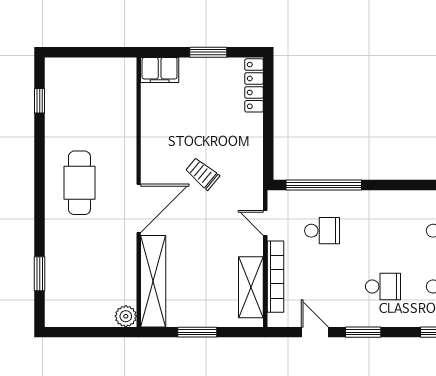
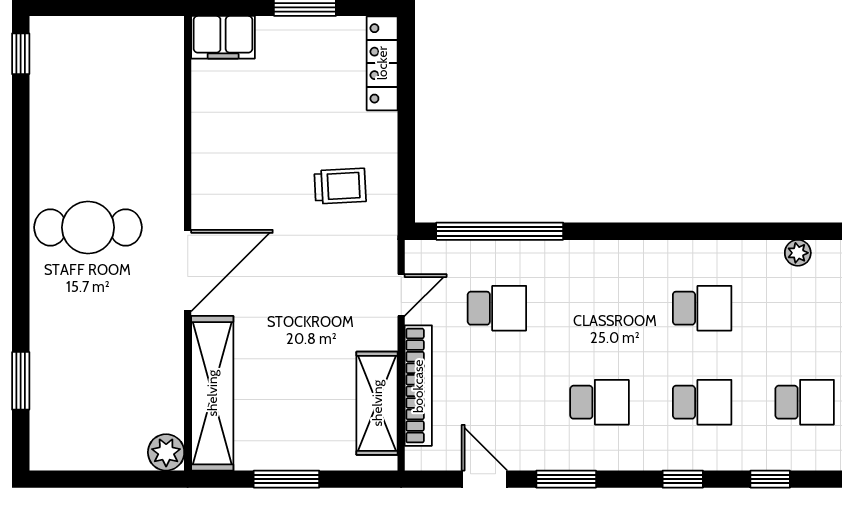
window: (40, 101) -> (21, 54), moved
trolley: (202, 174) -> (340, 186), moved, turned 137
cafe table: (79, 183) -> (88, 227), turned 90
door: (265, 223) -> (401, 295), swing flipped

